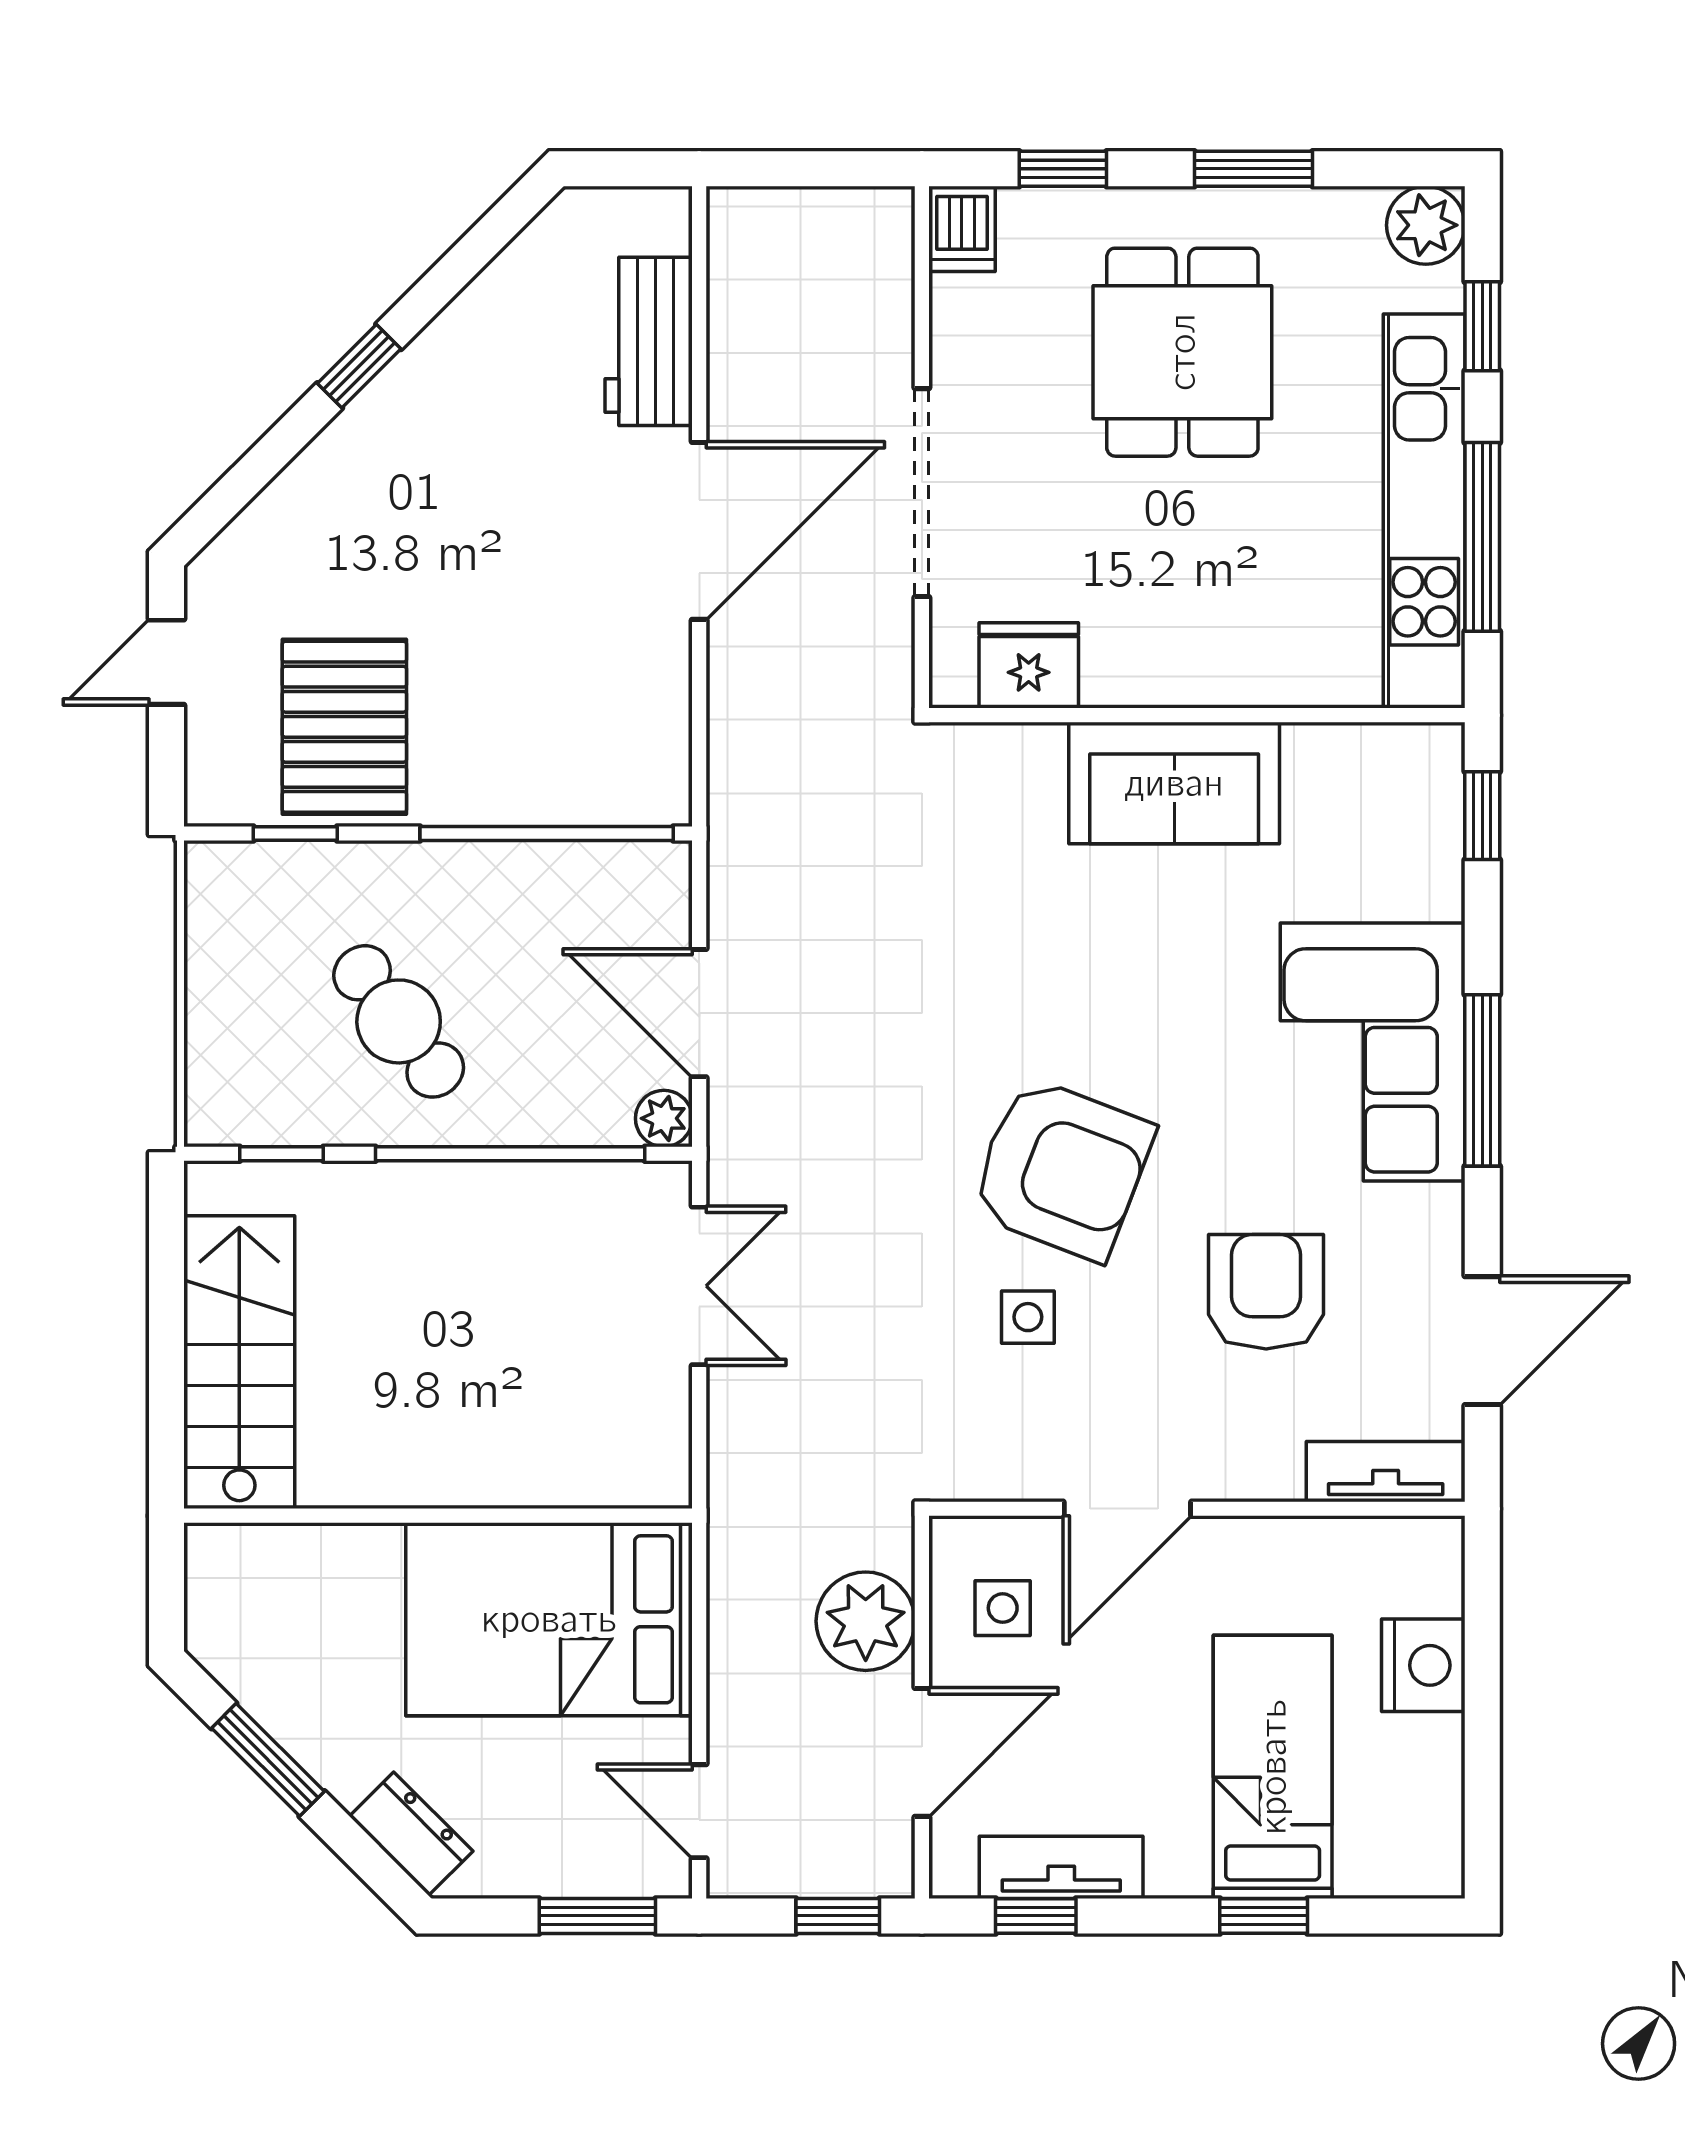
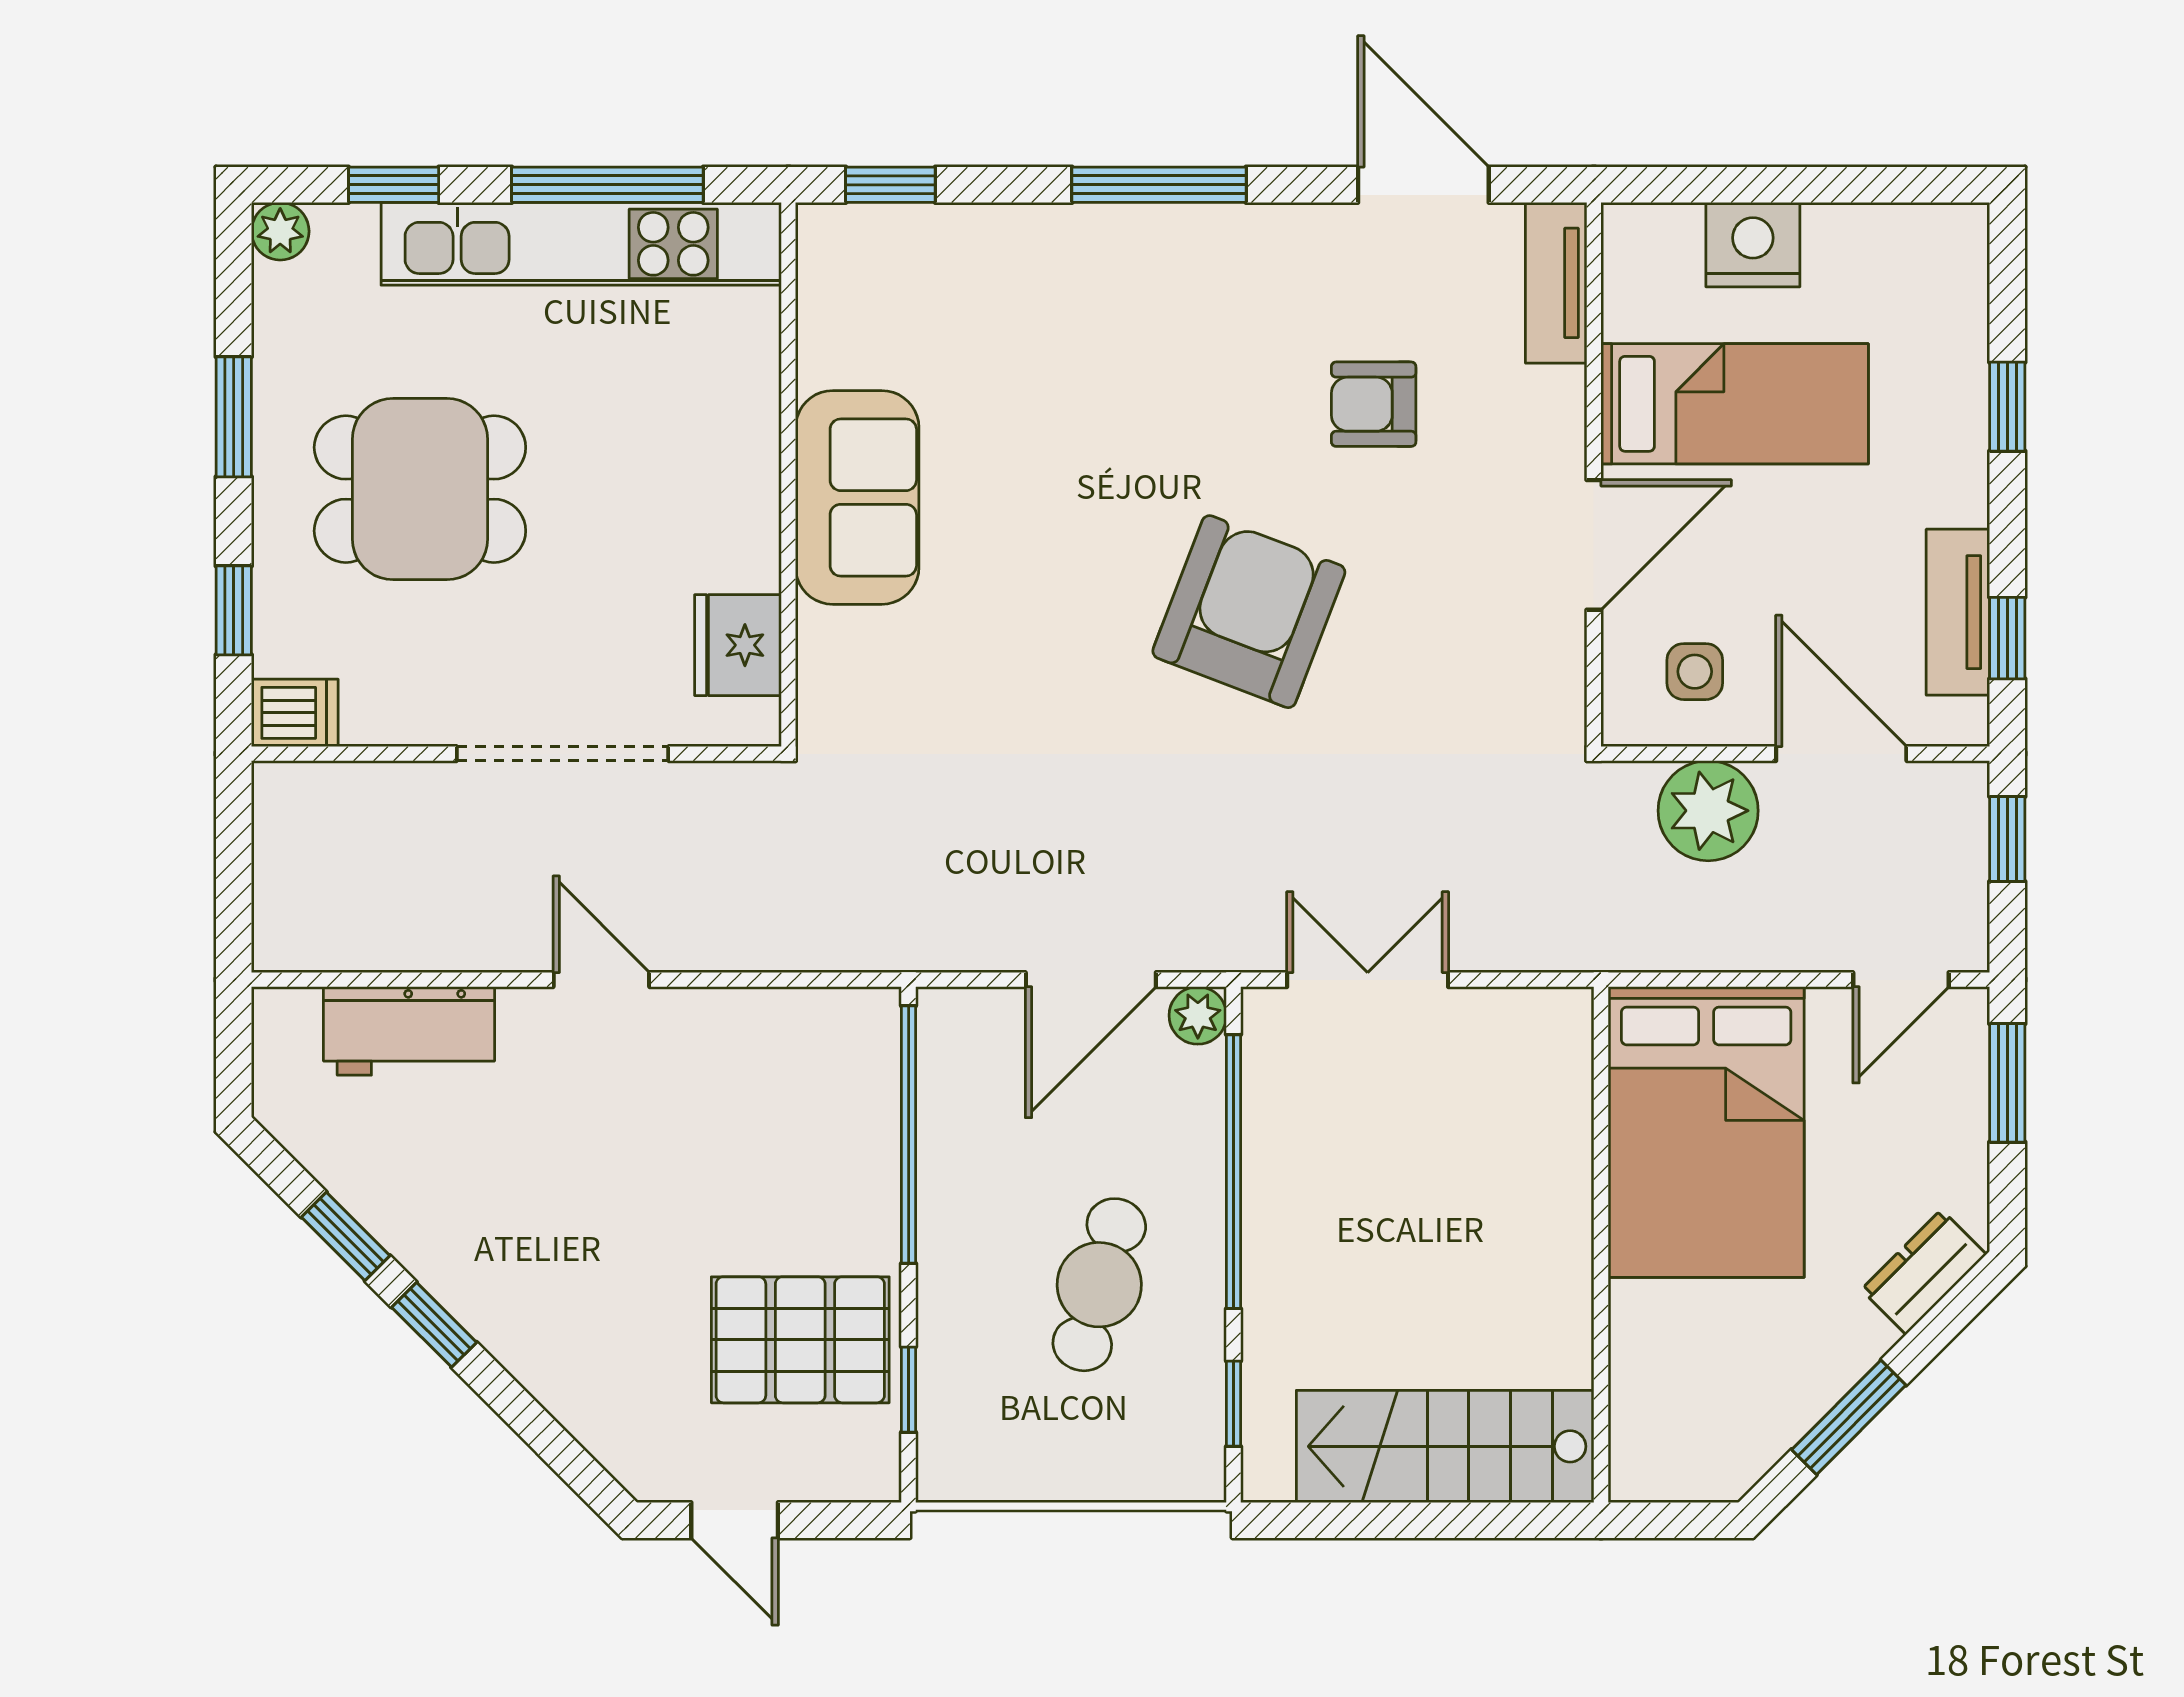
plant: (1426, 225) -> (280, 231), width x0.73, depth x0.73
window: (446, 279) -> (346, 1236), added
door: (699, 531) -> (601, 980), width x0.53
cafe table: (399, 1021) -> (1099, 1285), turned -37
corner sofa: (1373, 1052) -> (1130, 296), removed
armchair: (1266, 1292) -> (1374, 404), width x0.72, depth x0.72
side table: (1028, 1317) -> (1399, 646), removed
door: (1127, 1509) -> (1594, 545), hinge flipped
bed: (1273, 1767) -> (1735, 404), moved, turned 180

